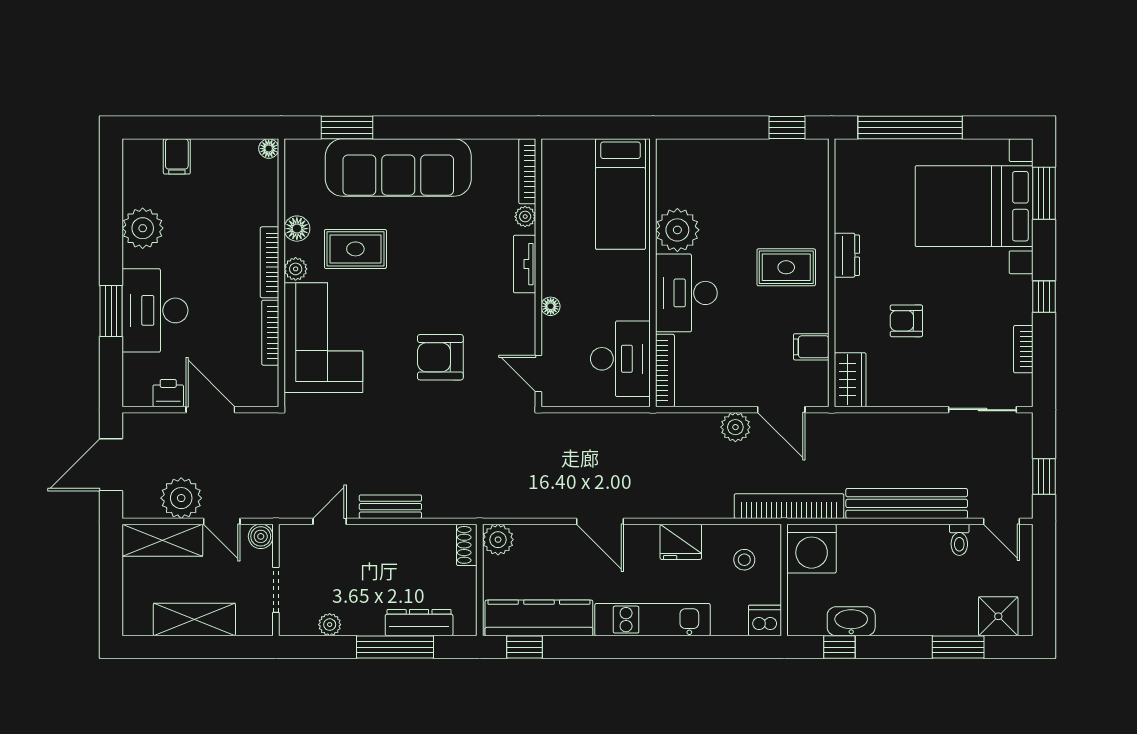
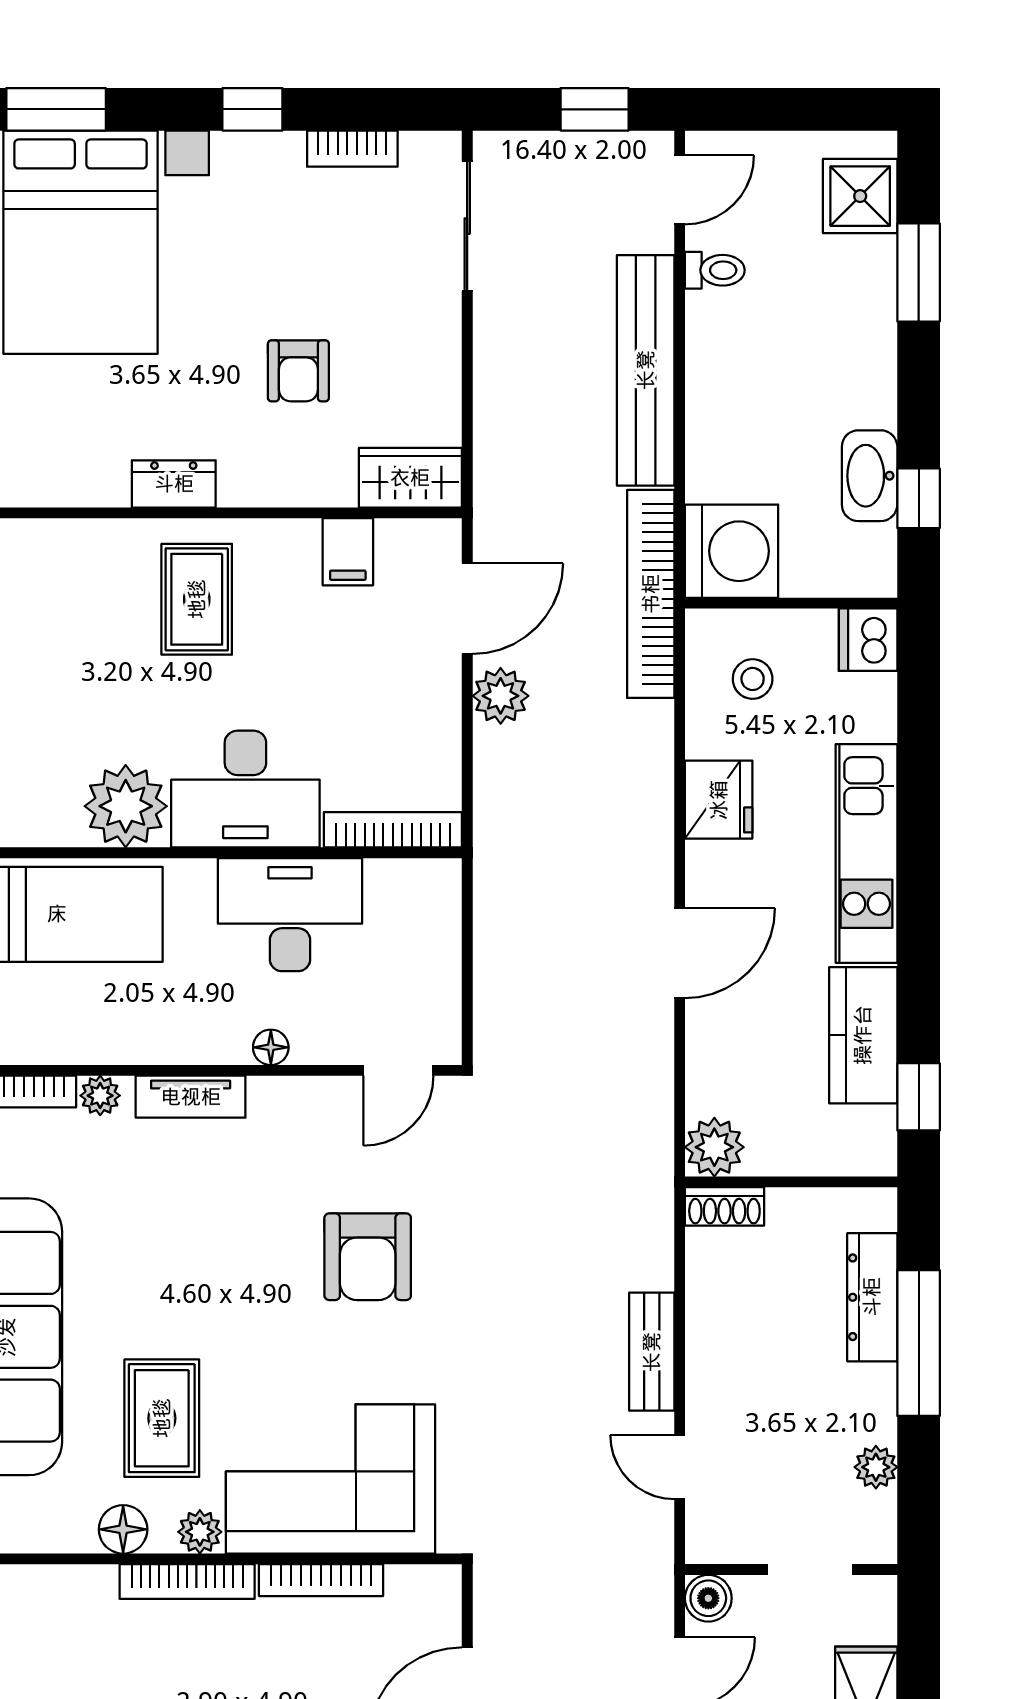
desk: (620, 359) -> (290, 915), moved
kitchen counter: (539, 618) -> (863, 1035), width x0.67

